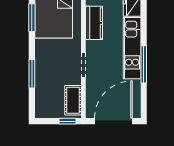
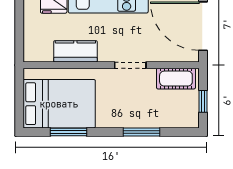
window: (68, 121) -> (203, 101), moved

